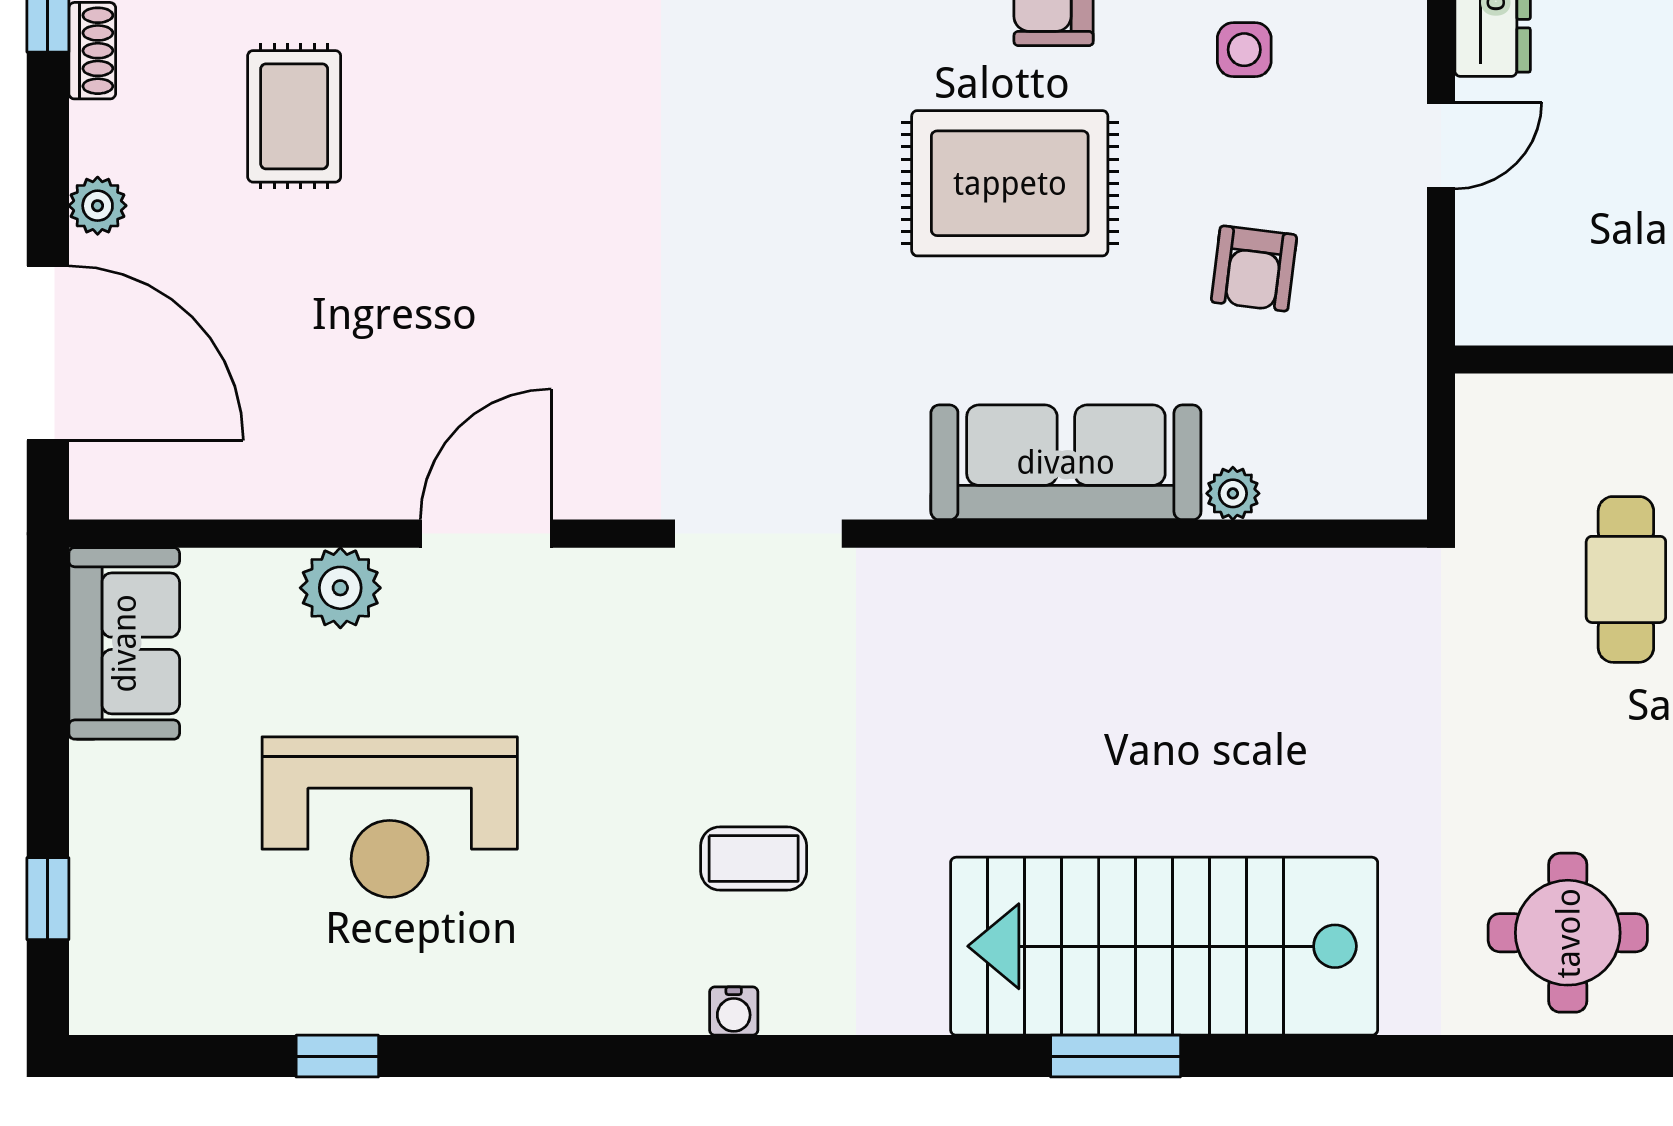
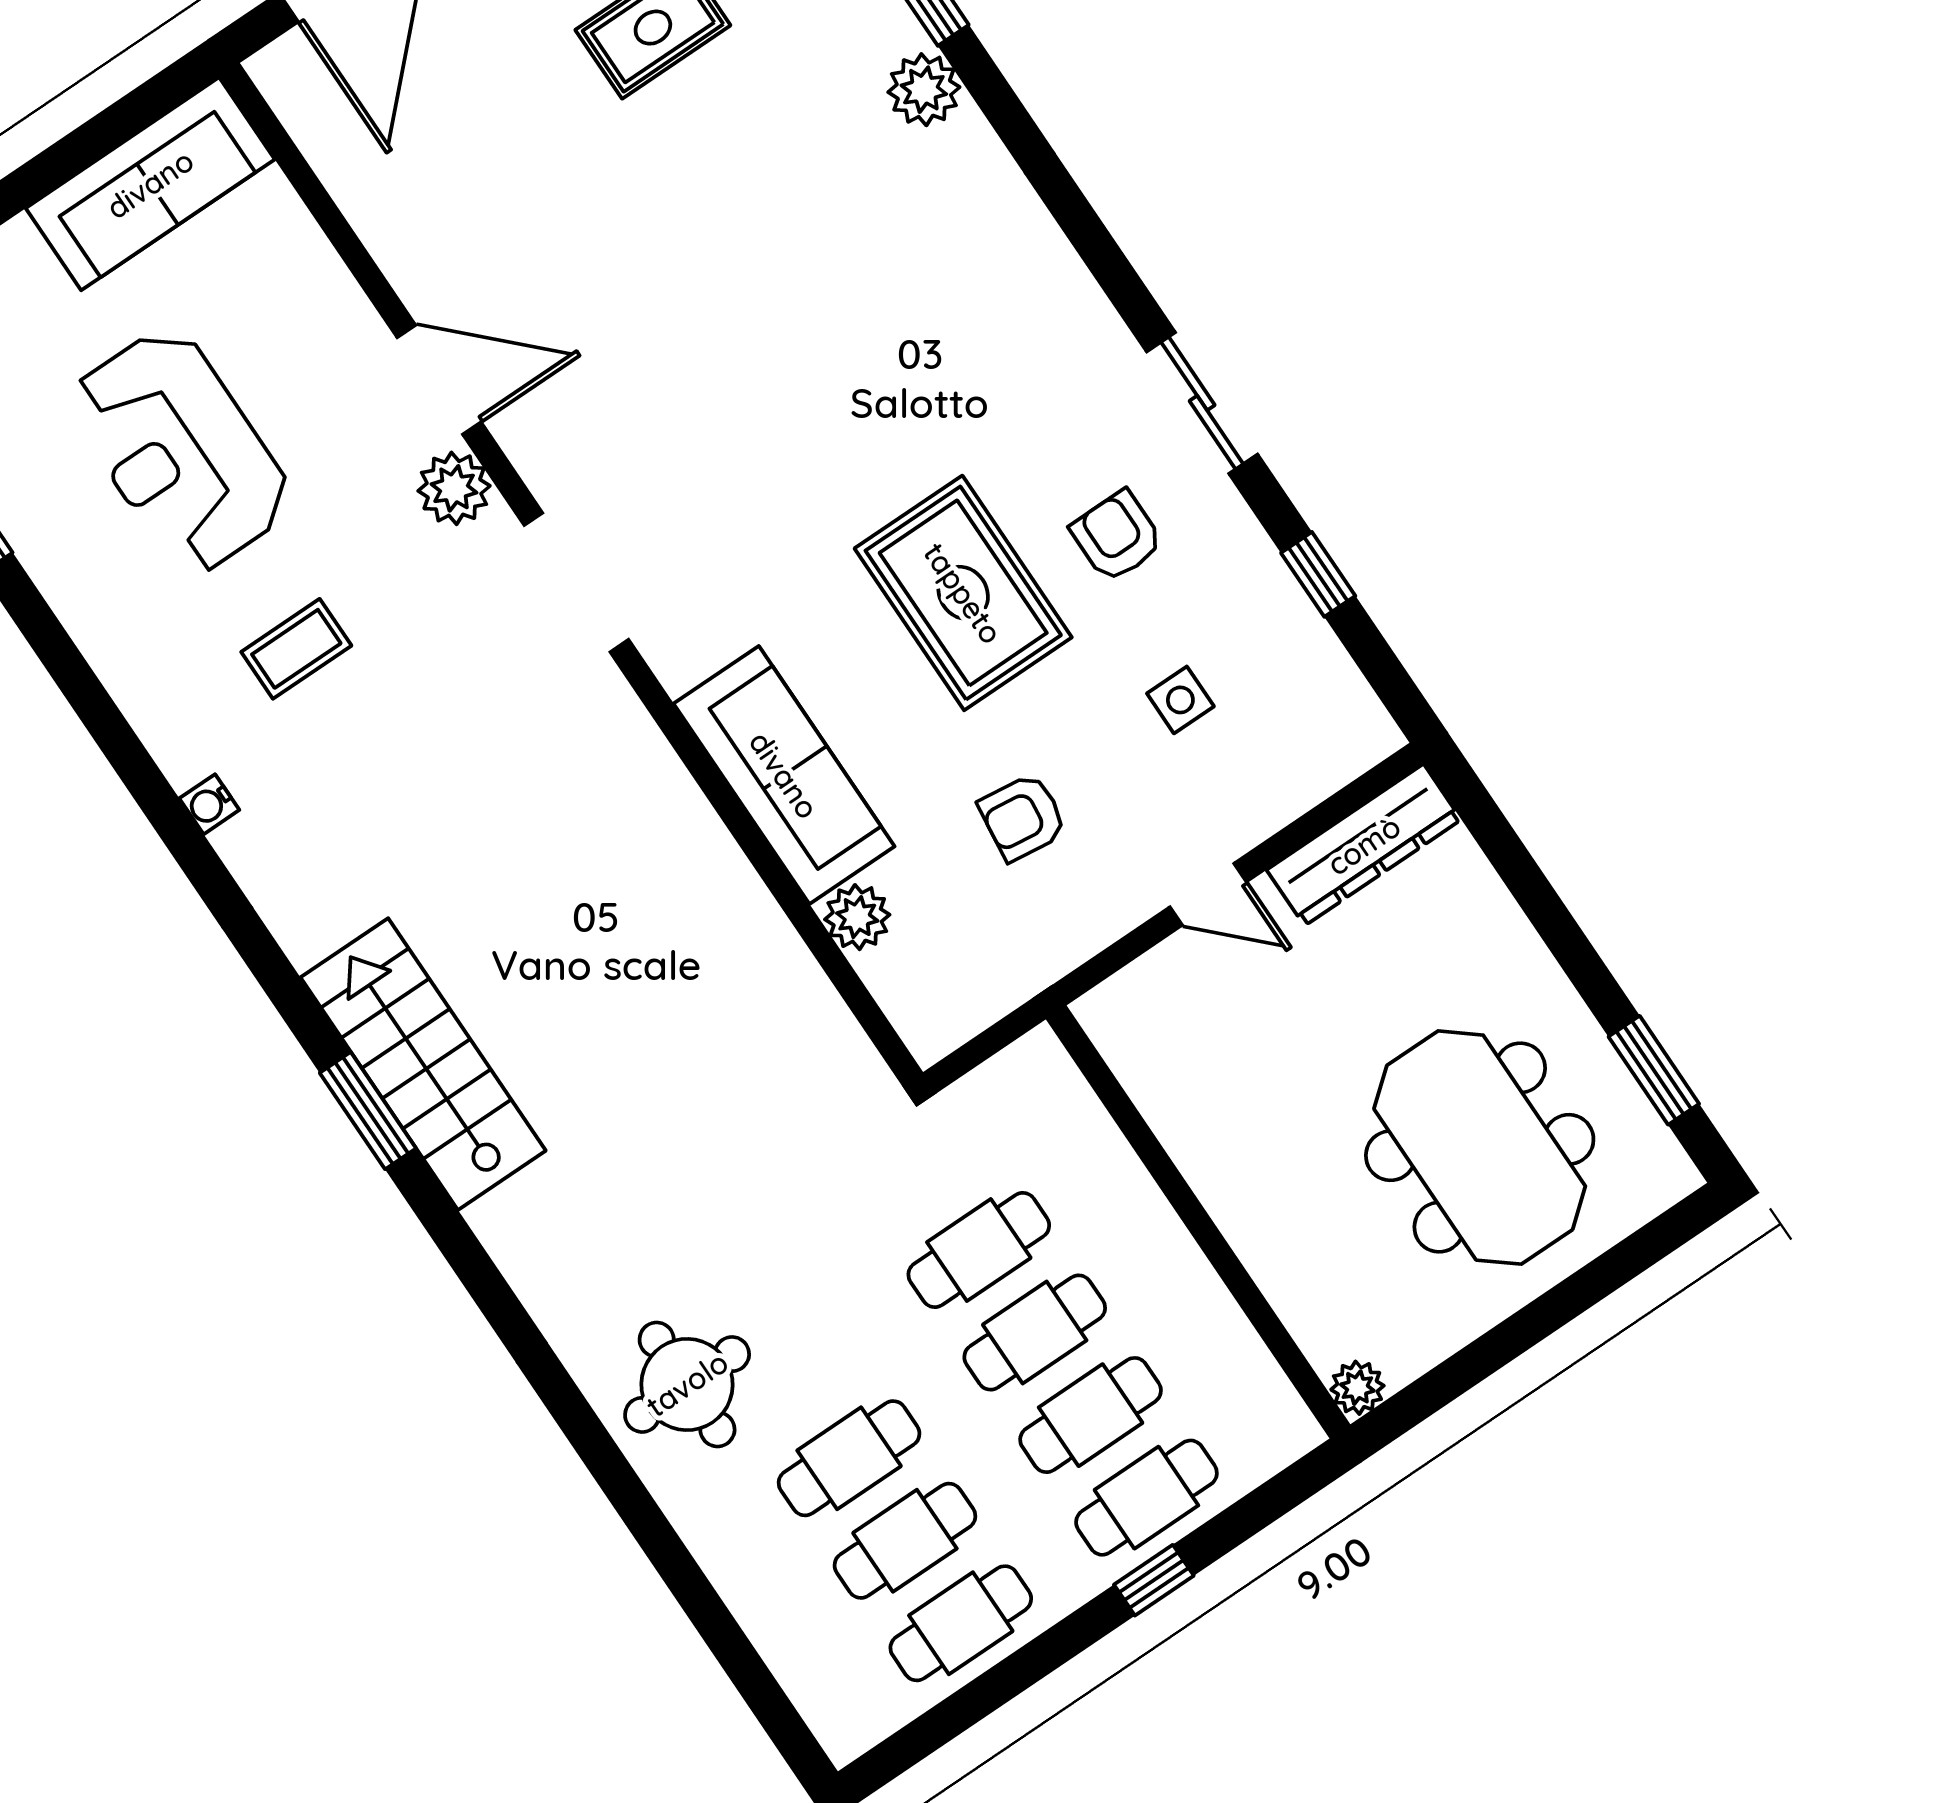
plant: (1233, 493) -> (857, 917), width x1.38, depth x1.38
plant: (340, 588) -> (454, 488), moved
sofa: (124, 643) -> (150, 184), width x1.36
coffee table: (754, 858) -> (296, 649), moved, turned 90
stairs: (1164, 946) -> (423, 1064), width x0.73, depth x0.66

